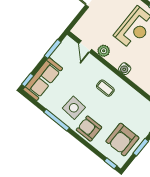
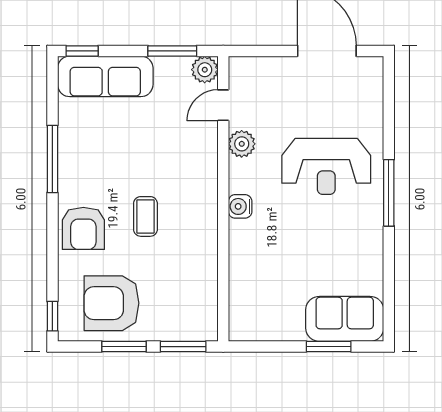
plant: (68, 43) -> (205, 70), added
coffee table: (105, 88) -> (145, 216), moved
side table: (74, 108) -> (99, 172), removed
armchair: (89, 129) -> (83, 228), turned 180

